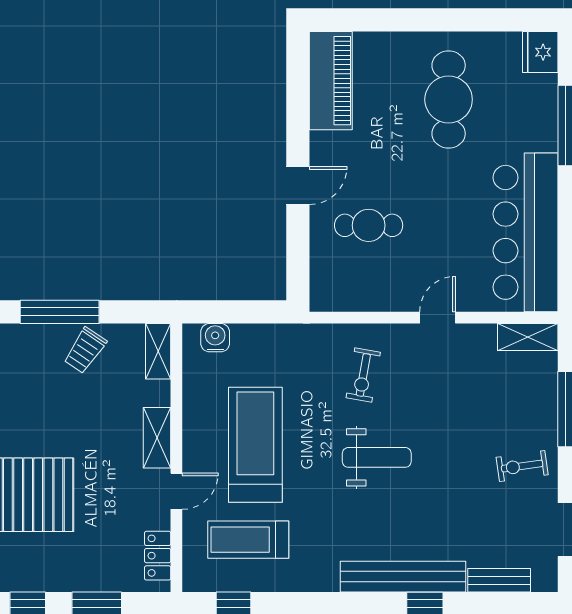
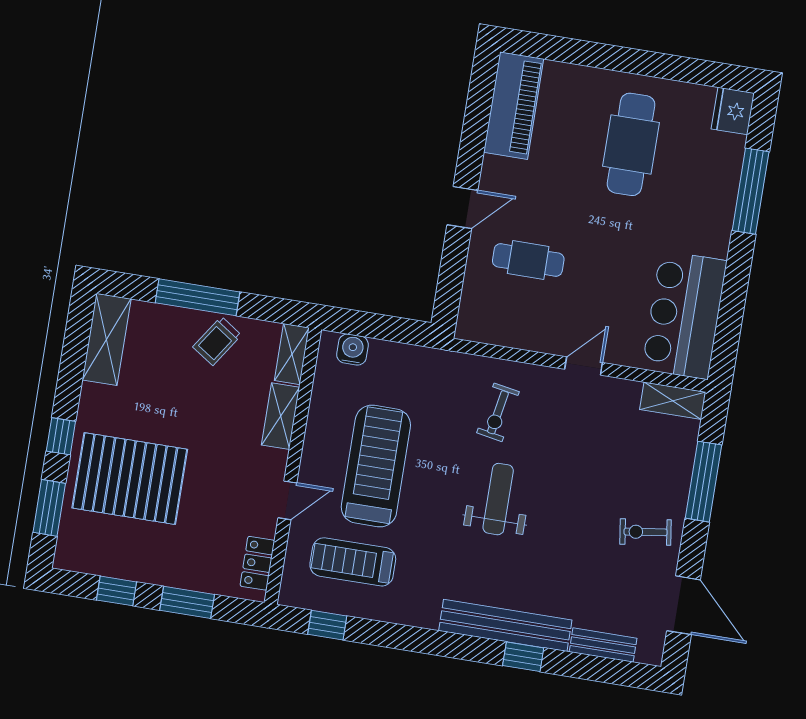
bar counter: (526, 232) -> (684, 315), width x0.73
shelving: (157, 438) -> (281, 416), moved
weight bench: (377, 457) -> (498, 499), turned -90

